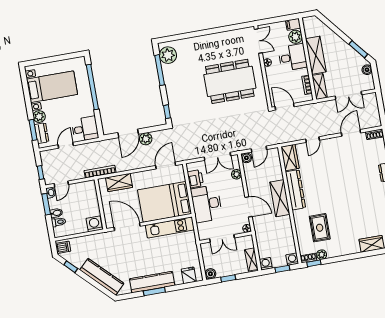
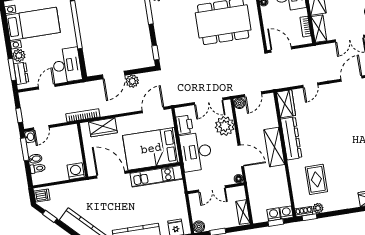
desk: (85, 129) -> (67, 65), width x1.37
plant: (236, 174) -> (225, 126), width x1.87, depth x1.87
washing machine: (266, 264) -> (274, 214), moved

